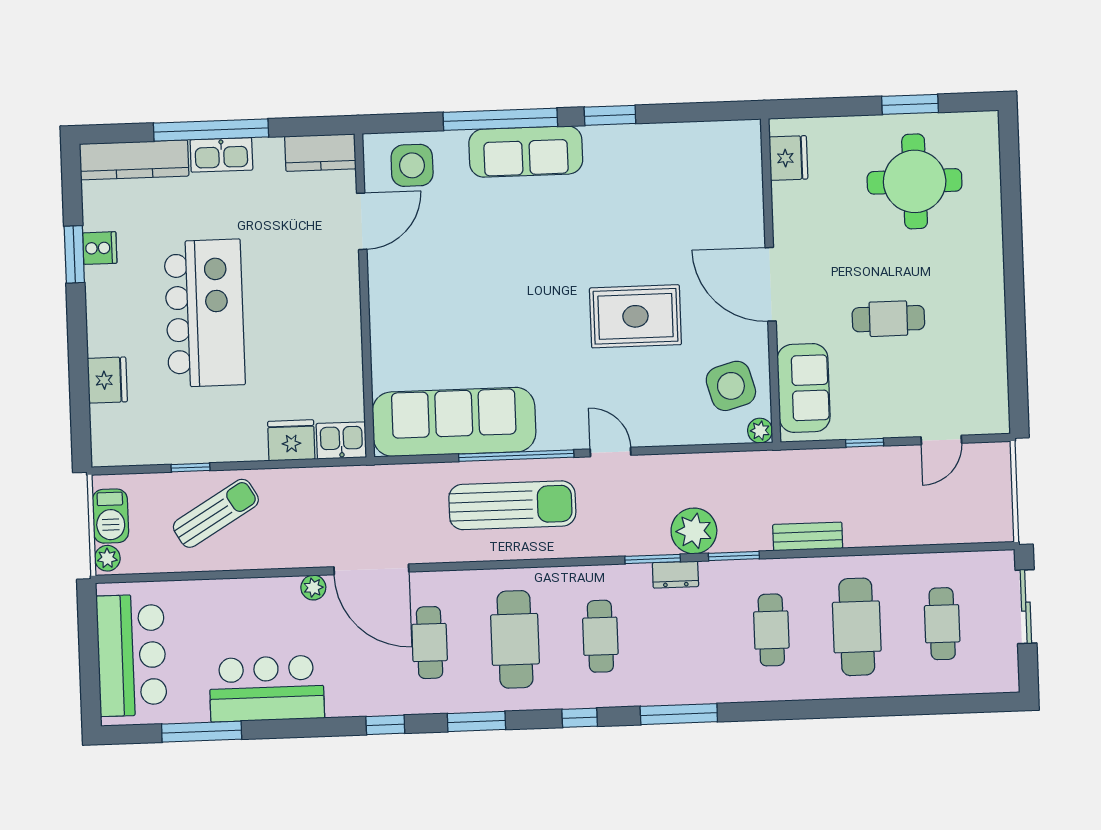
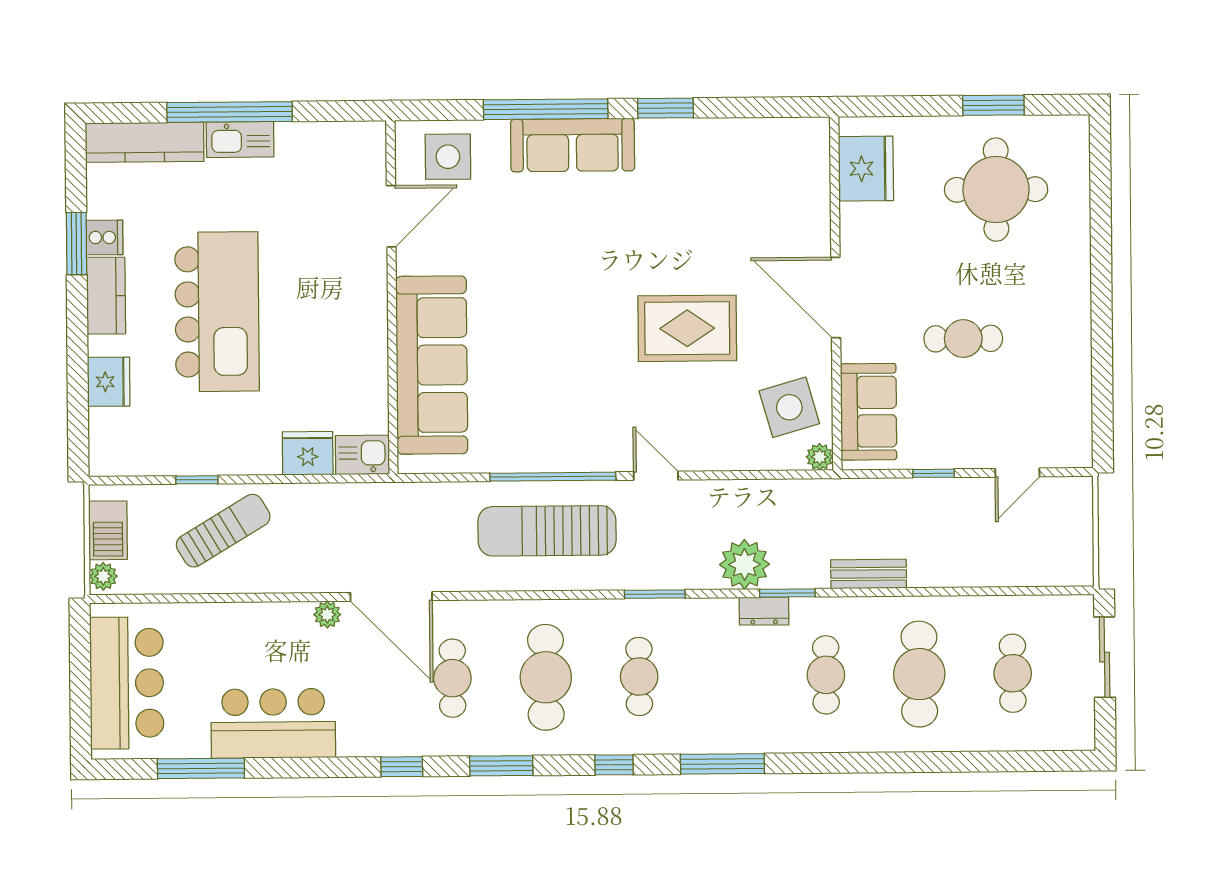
kitchen counter: (320, 153) -> (106, 296), moved, turned -90
fridge: (788, 158) -> (866, 169), width x1.36, depth x1.34
sofa: (454, 422) -> (432, 365), moved, turned 90
sun lounger: (512, 505) -> (547, 531), turned 180
window: (653, 559) -> (655, 594), moved
dresser: (675, 575) -> (764, 611), moved

